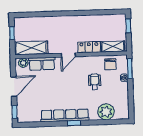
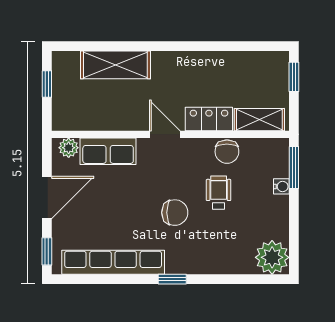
shelving: (31, 48) -> (115, 65), moved
door: (68, 55) -> (165, 134), swing flipped
chair: (110, 64) -> (227, 152), moved
chair: (74, 92) -> (175, 213), added
plant: (106, 112) -> (272, 257), moved
row of seats: (65, 115) -> (113, 262), moved

